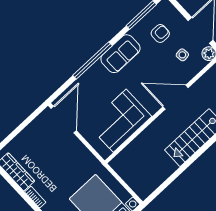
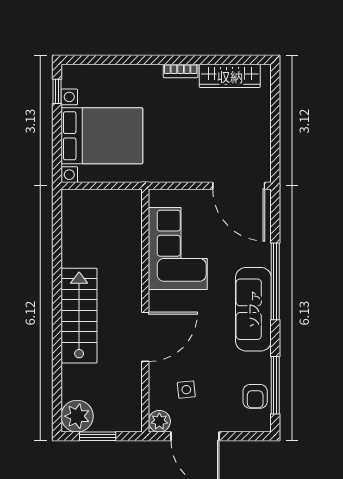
armchair: (160, 33) -> (255, 396), moved
sofa: (120, 54) -> (253, 309), width x1.36

